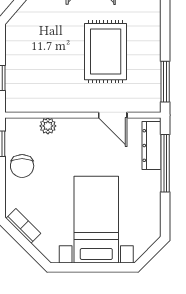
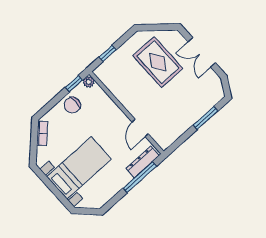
rug: (106, 52) -> (158, 62), moved, turned 90
window: (165, 82) -> (206, 118), moved
plant: (48, 126) -> (89, 82), moved

